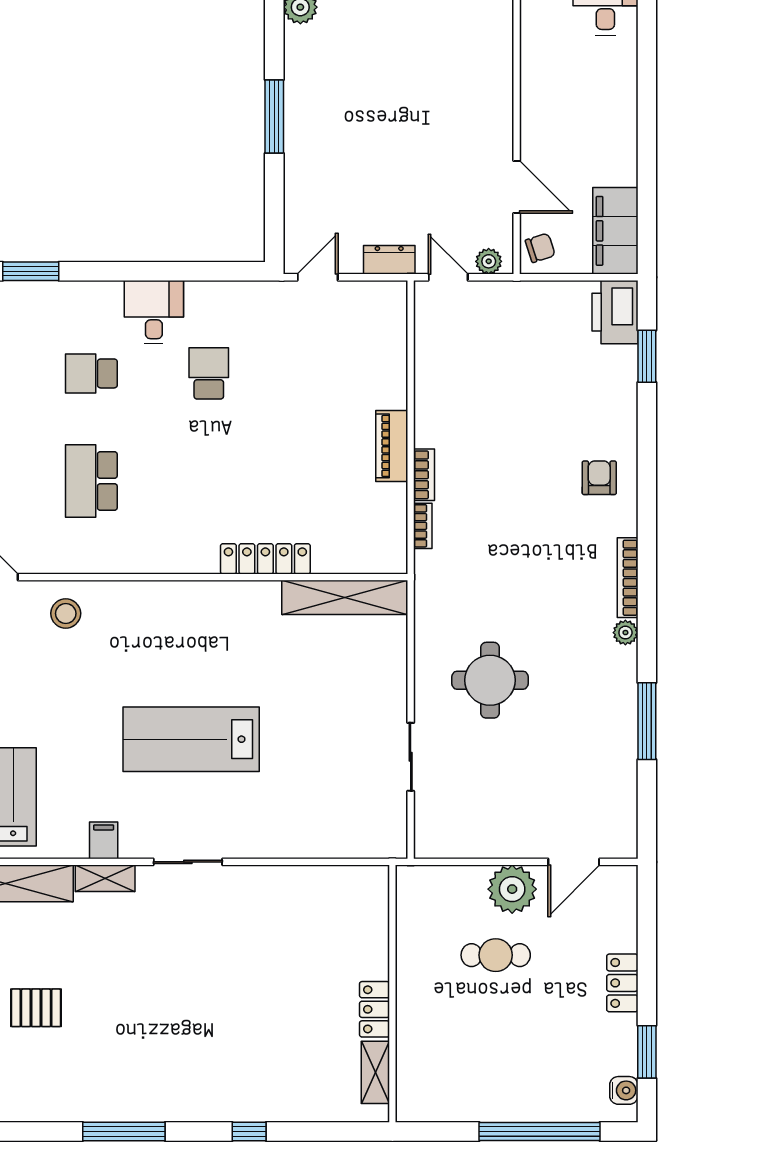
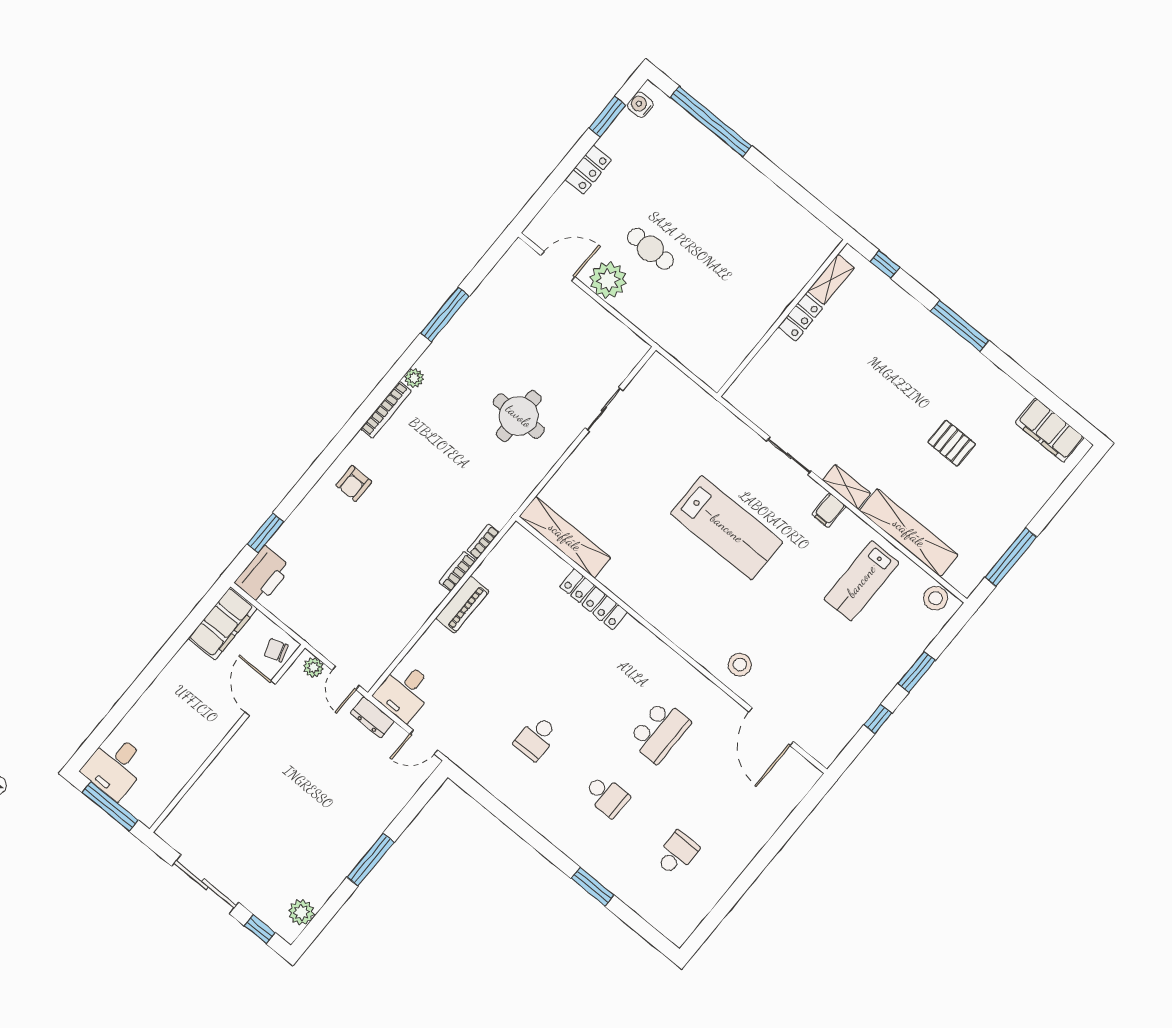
desk: (154, 312) -> (405, 691), moved
wall: (392, 994) -> (782, 318), moved
locker: (375, 1009) -> (800, 318), moved
shelving: (375, 1072) -> (831, 279), moved

